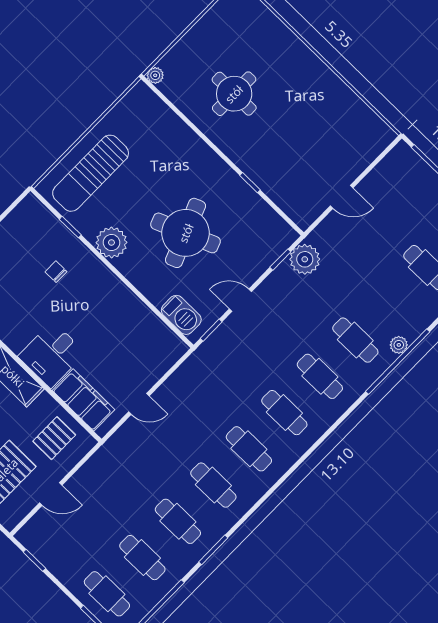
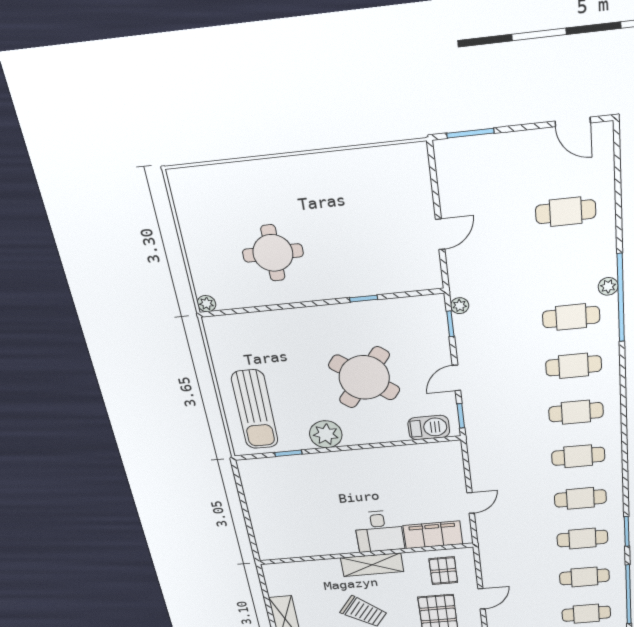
round table: (186, 233) -> (364, 378), turned -30
plant: (305, 259) -> (460, 306), width x0.53, depth x0.53
chair: (56, 272) -> (316, 486), removed

